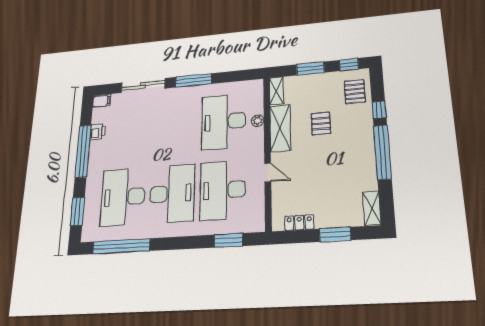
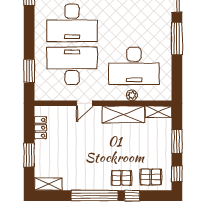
desk: (223, 122) -> (134, 66), turned 180
pallet: (321, 124) -> (121, 178), moved

